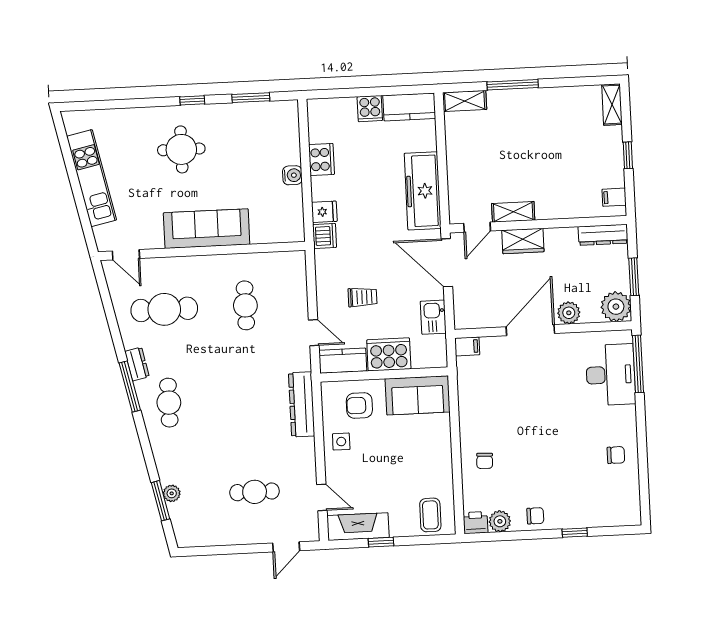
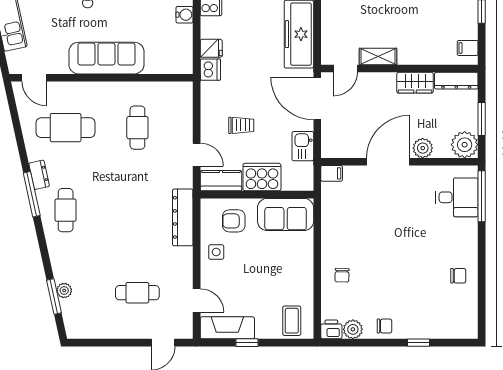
wardrobe: (523, 241) -> (415, 83), moved
desk: (611, 375) -> (457, 197), width x0.73

